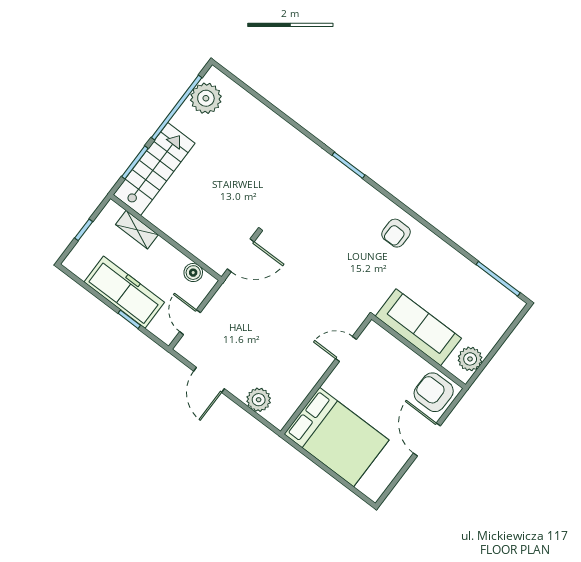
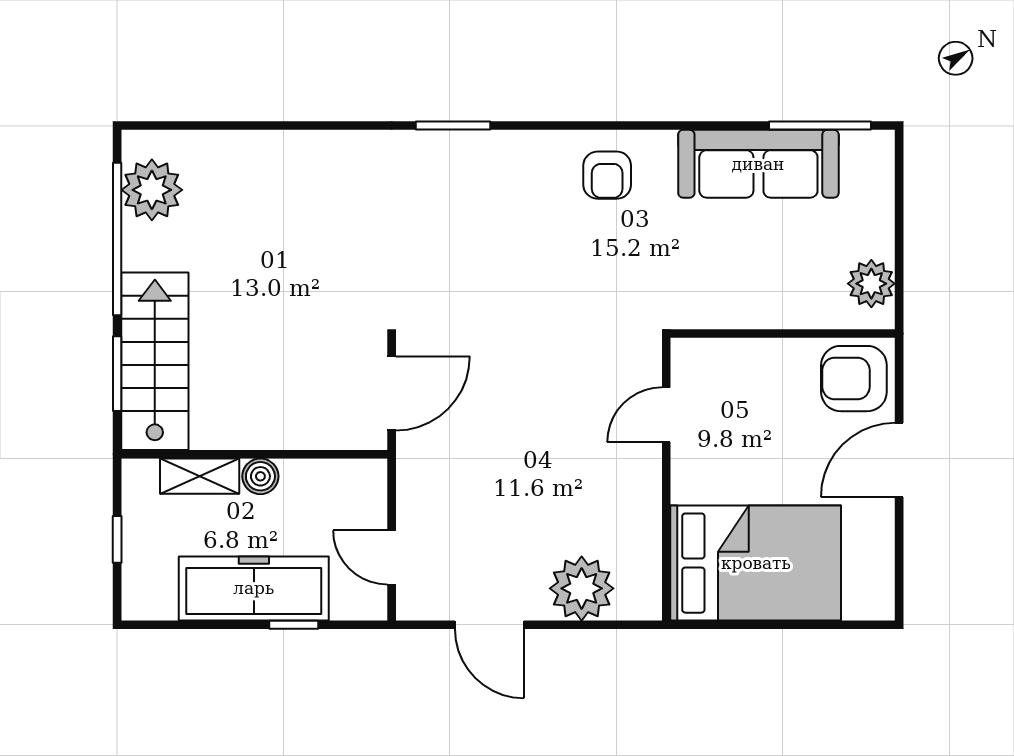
boiler: (193, 273) -> (260, 476), moved
sofa: (418, 327) -> (758, 164), moved, turned 180
plant: (259, 400) -> (582, 588), width x1.36, depth x1.36
door: (427, 439) -> (899, 460), hinge flipped

